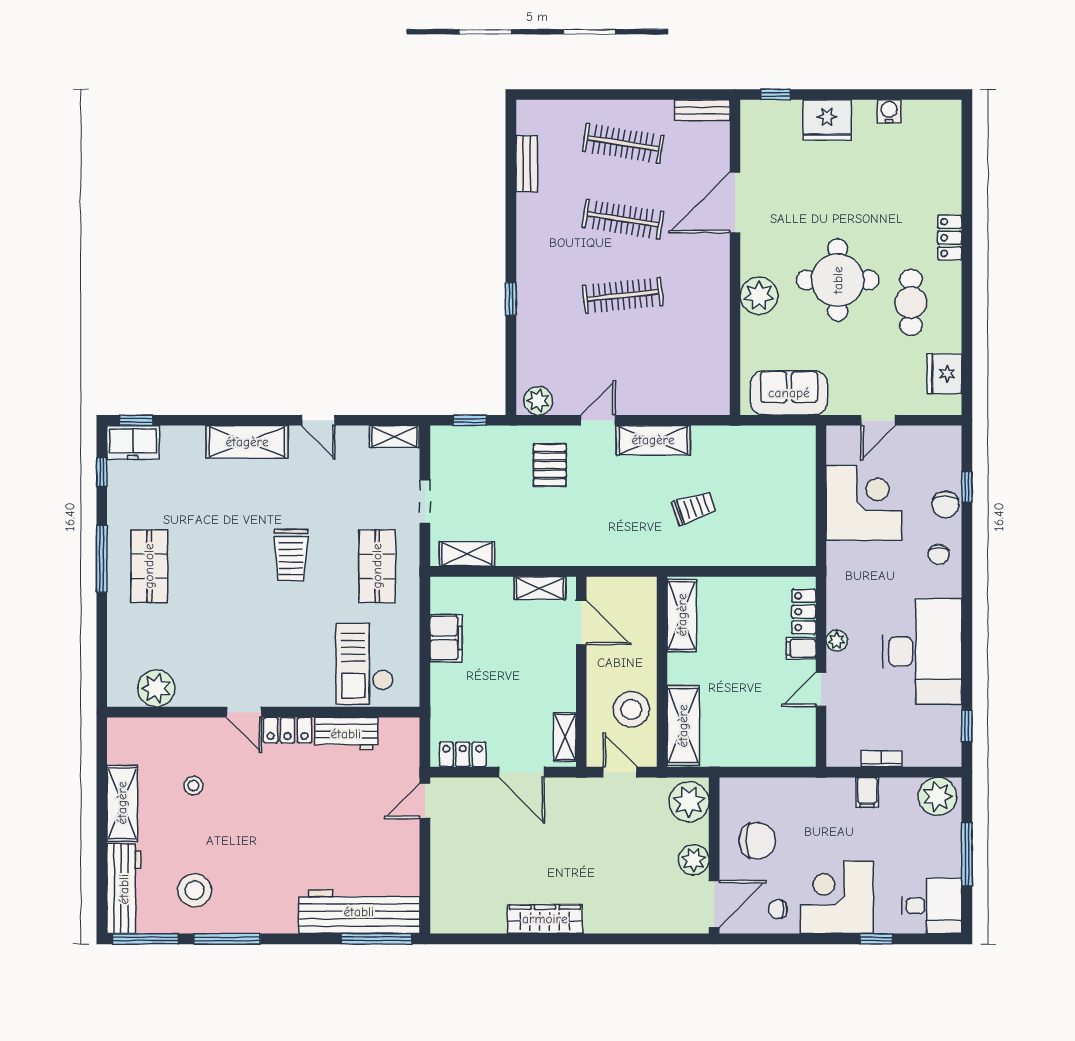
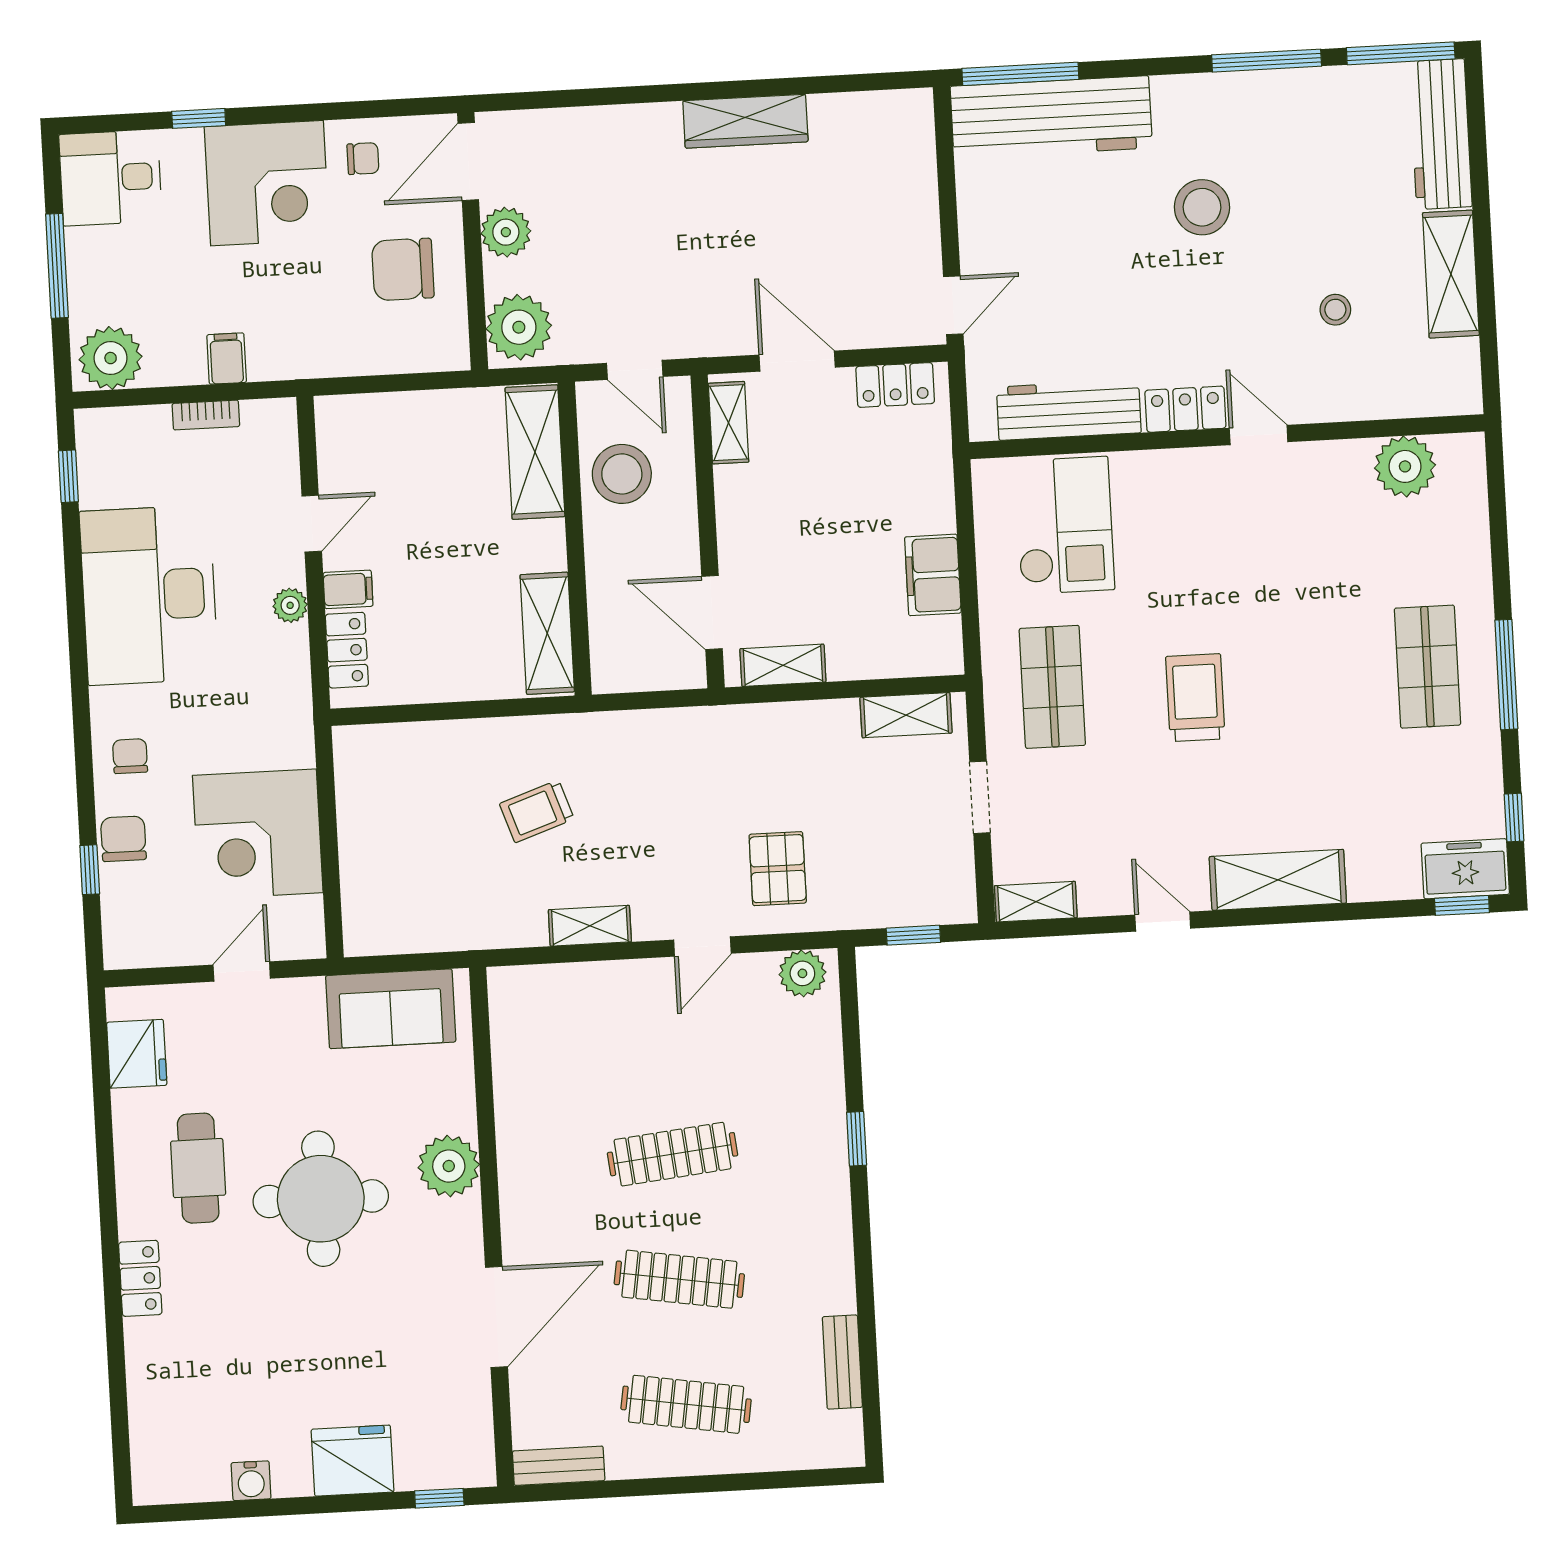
shelving: (653, 440) -> (590, 926), width x0.67, depth x0.75
workbench: (346, 734) -> (1069, 410), width x1.38
stool: (195, 890) -> (1202, 207), moved

